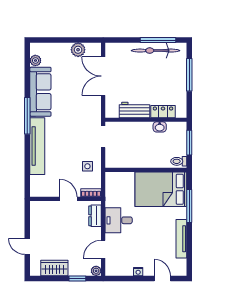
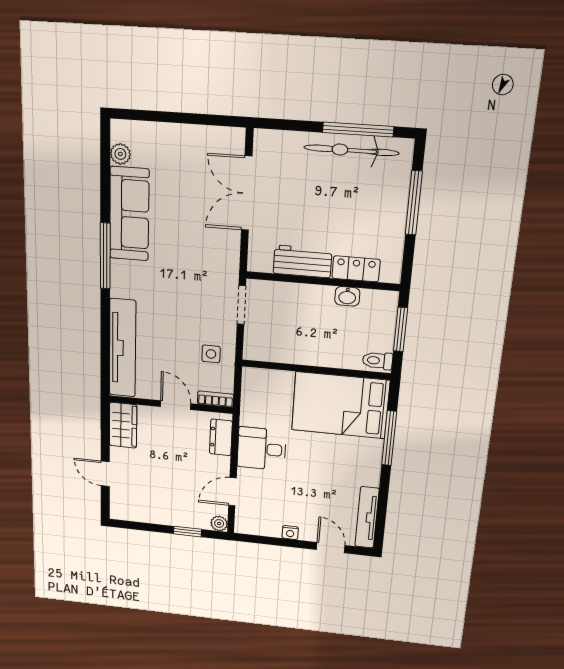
plant: (78, 50) -> (201, 139), removed
tv unit: (37, 146) -> (123, 348), moved
tv unit: (181, 239) -> (367, 517), moved
wardrobe: (54, 268) -> (123, 425), moved, turned 90

